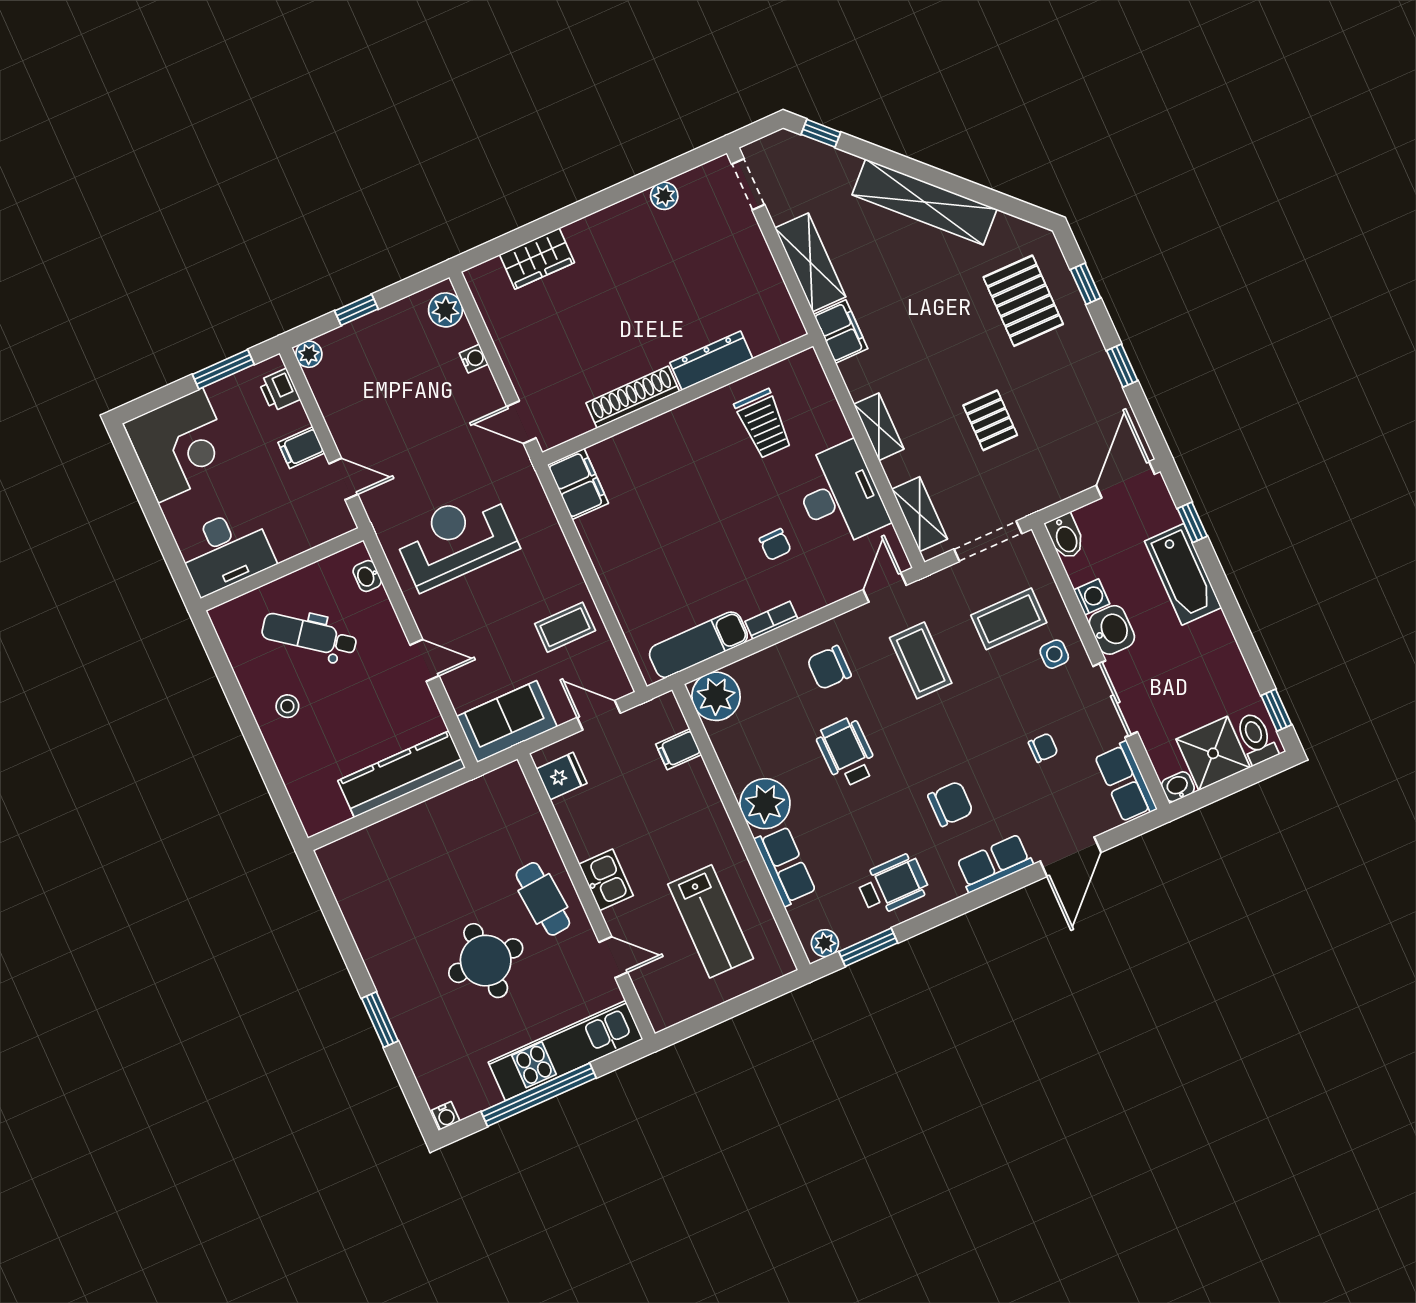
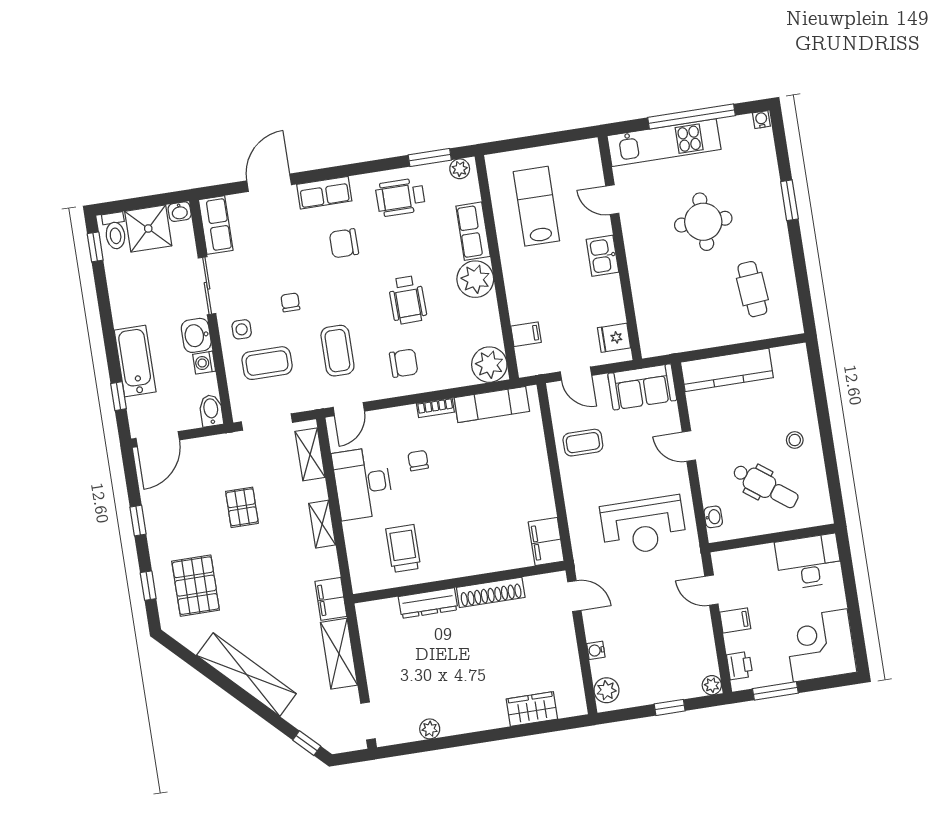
chair: (1043, 748) -> (290, 302), moved, turned 90
cafe table: (543, 899) -> (752, 289), moved

